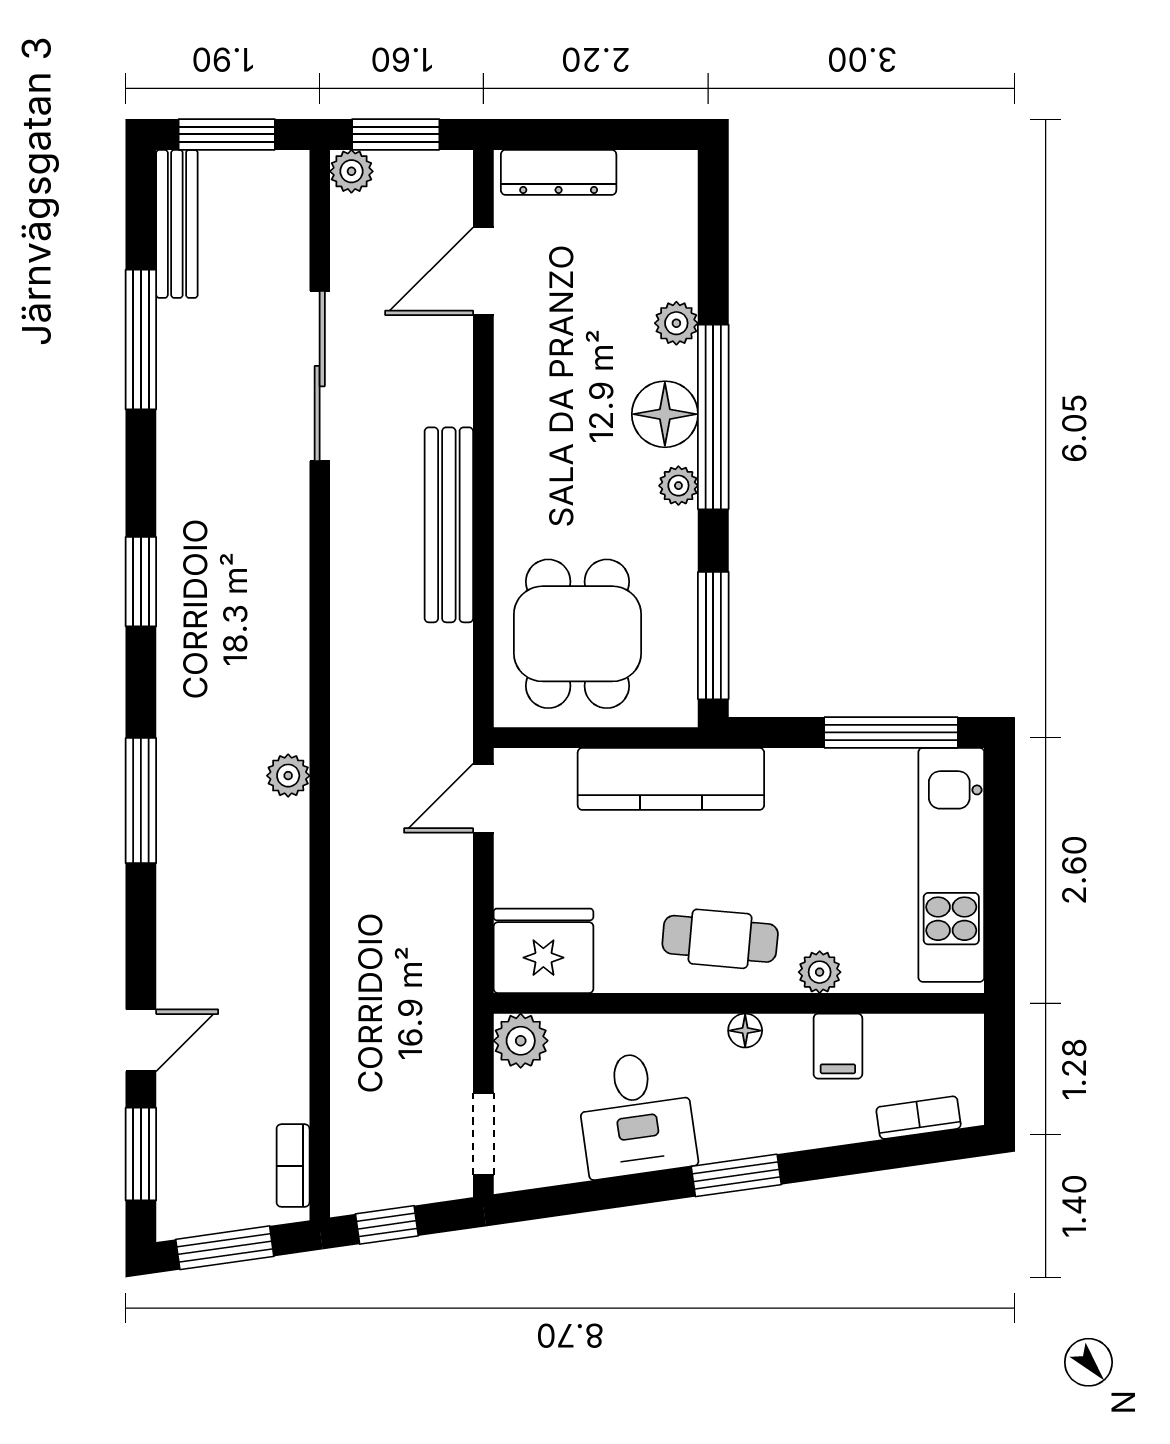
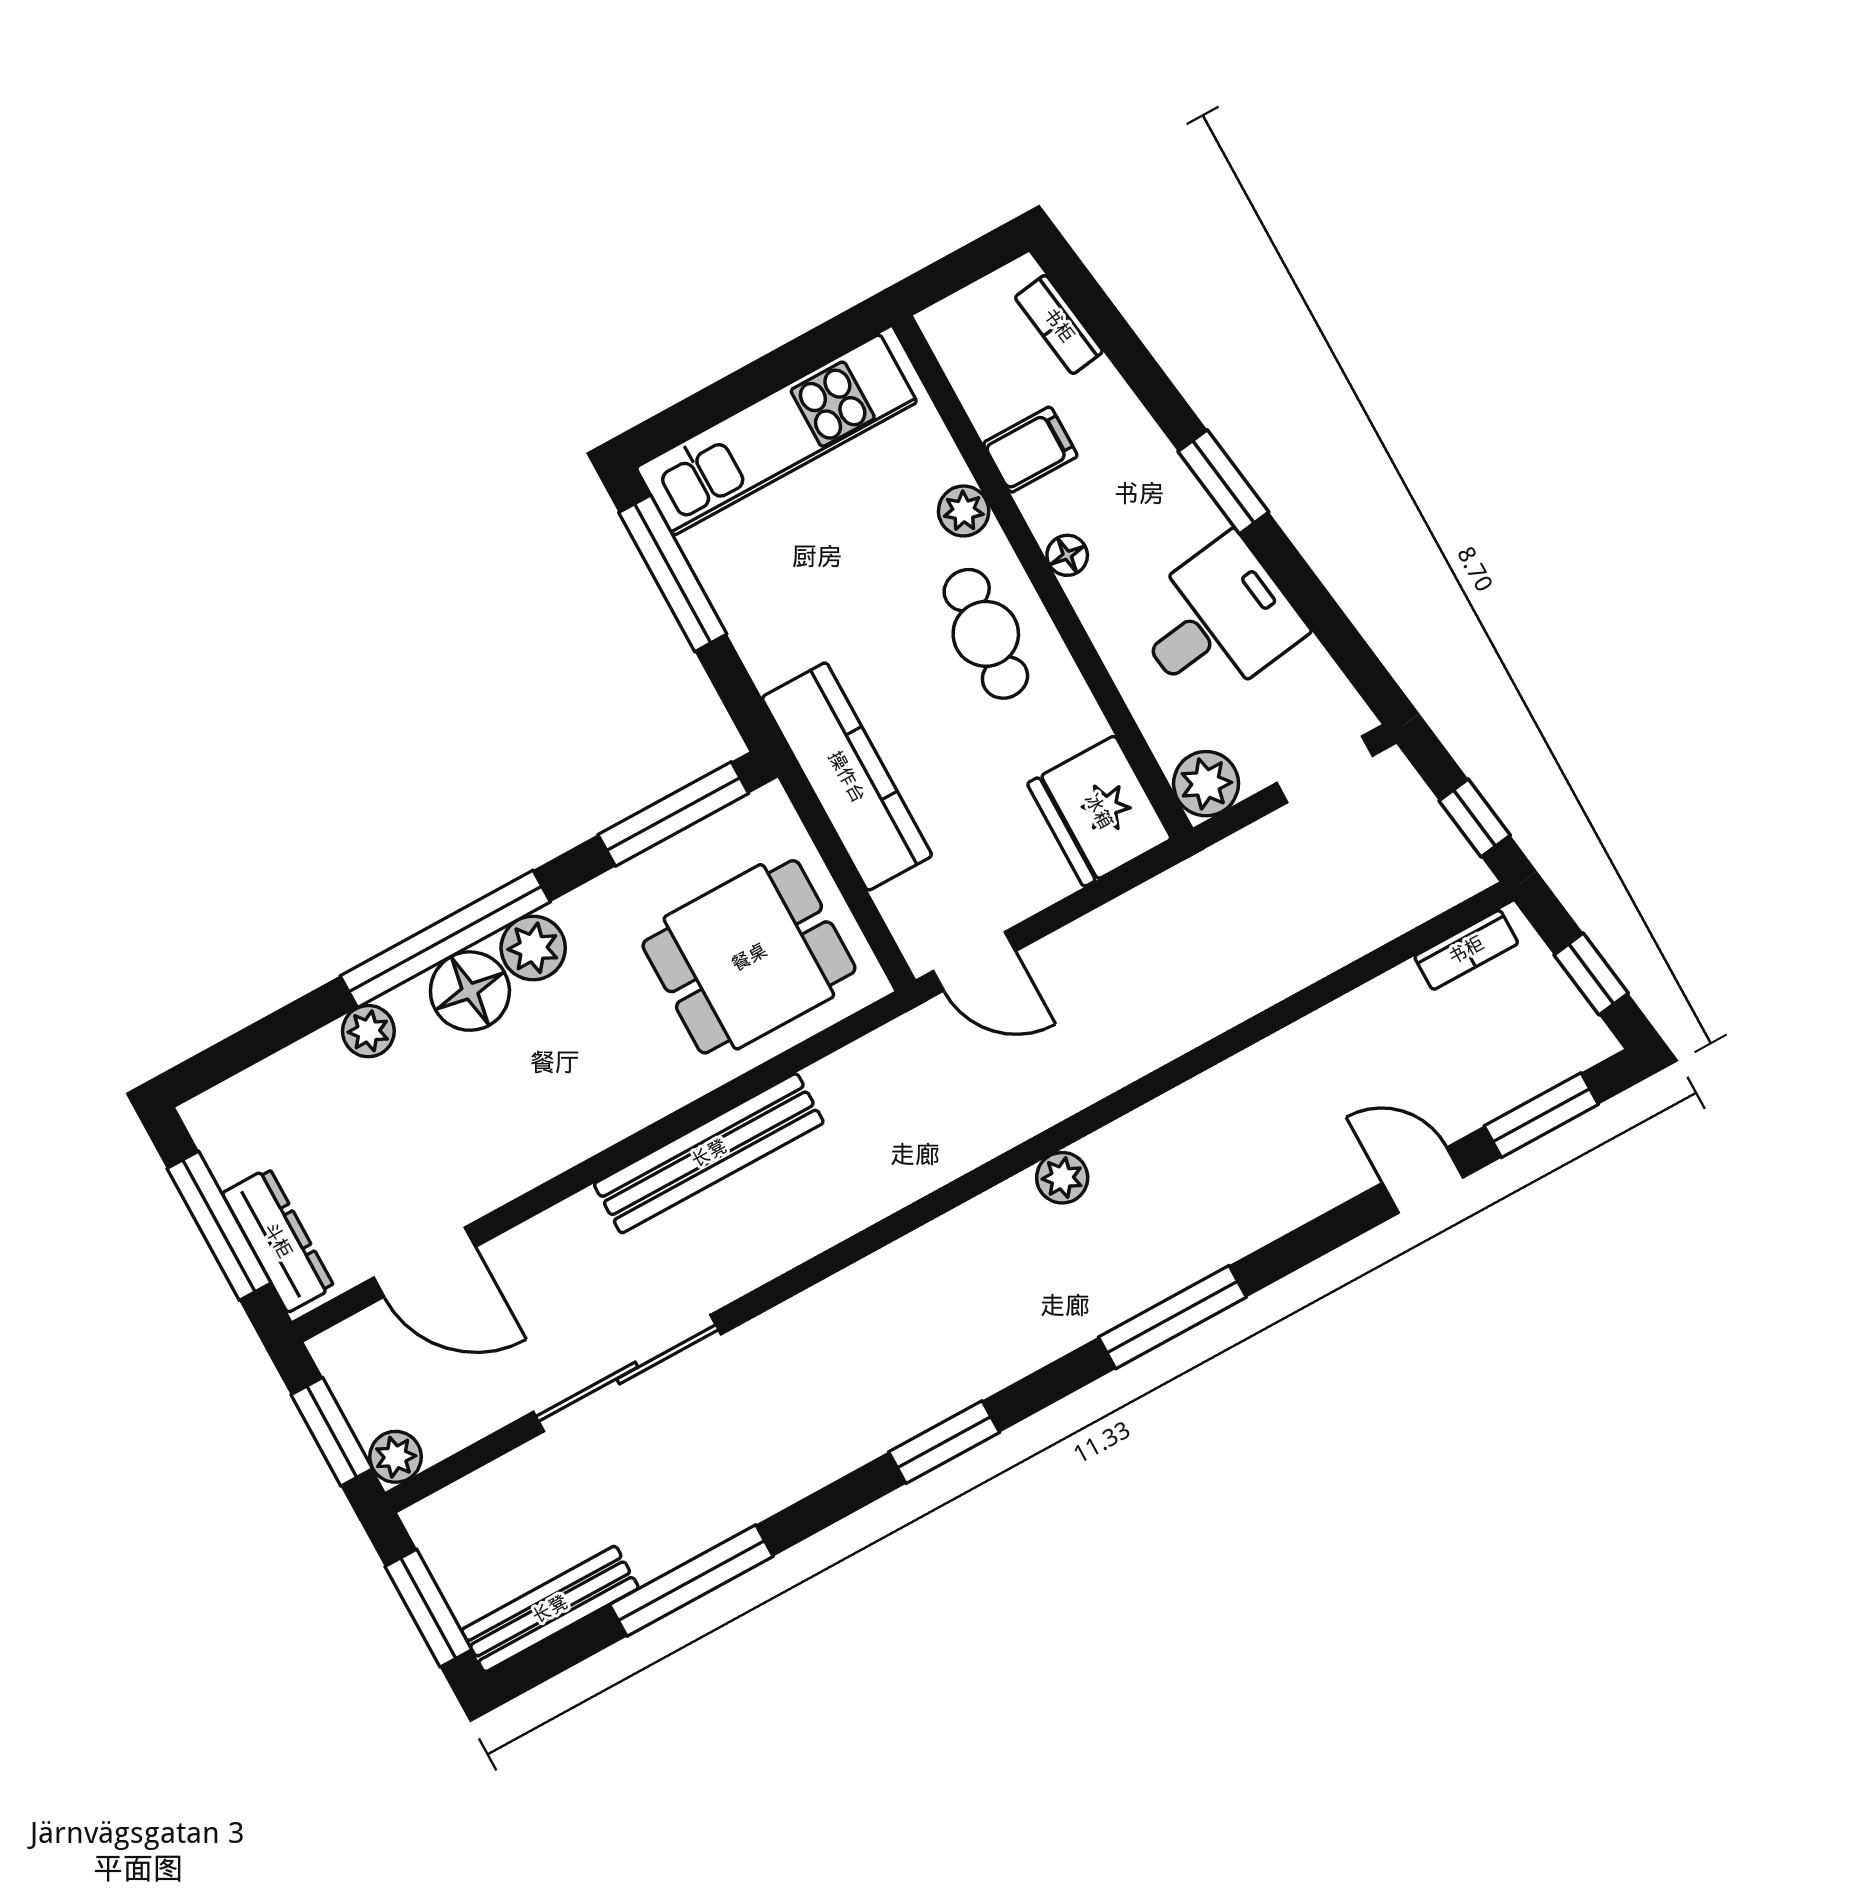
window: (593, 134) -> (219, 1226), added
plant: (678, 486) -> (533, 948), width x1.38, depth x1.38
window: (225, 1248) -> (1591, 974), width x0.67

